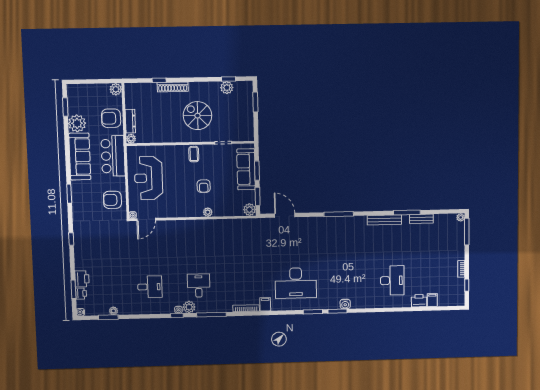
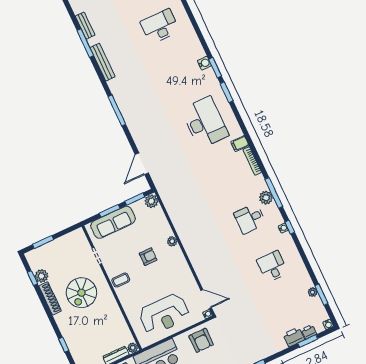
shoe rack: (173, 87) -> (50, 298), moved
plant: (189, 307) -> (266, 198), moved

